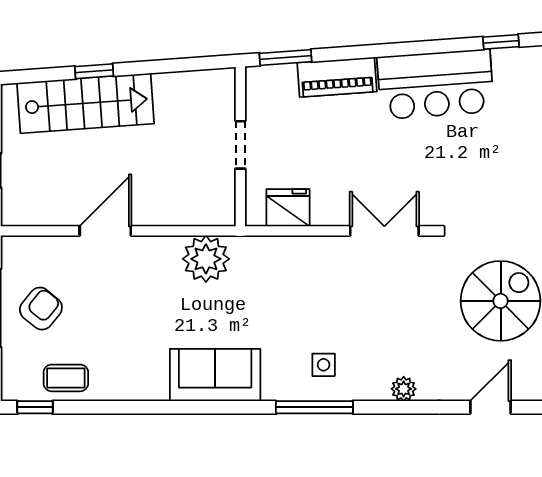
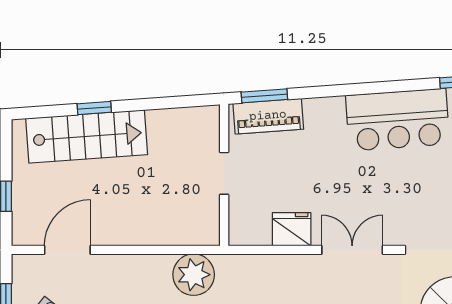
piano: (337, 77) -> (268, 116), moved
fridge: (288, 208) -> (292, 229), moved
door: (105, 231) -> (67, 250), moved

